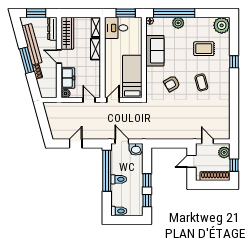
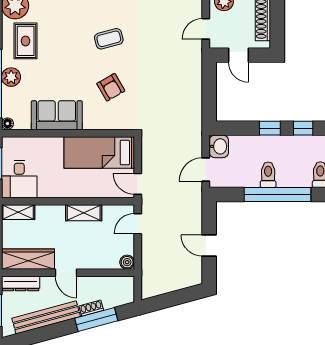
shelving: (96, 49) -> (84, 213), moved
rug: (204, 49) -> (26, 41), moved
door: (59, 56) -> (66, 273), hinge flipped
window: (27, 60) -> (96, 320), moved
freezer: (68, 78) -> (101, 258), removed
window: (107, 171) -> (278, 195), moved

